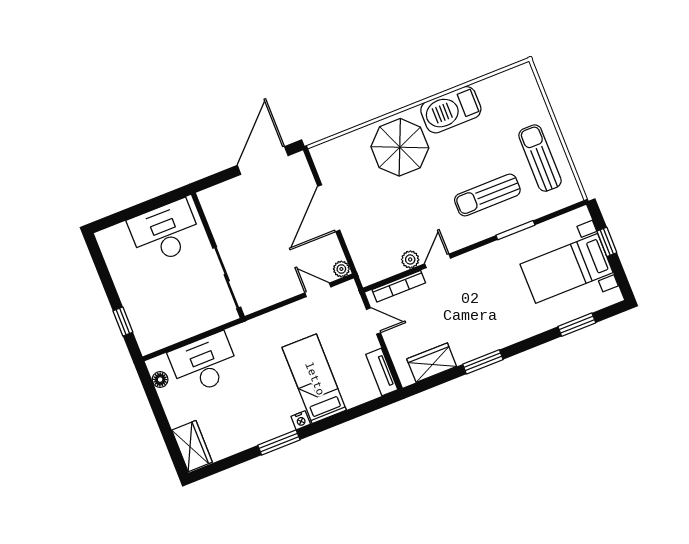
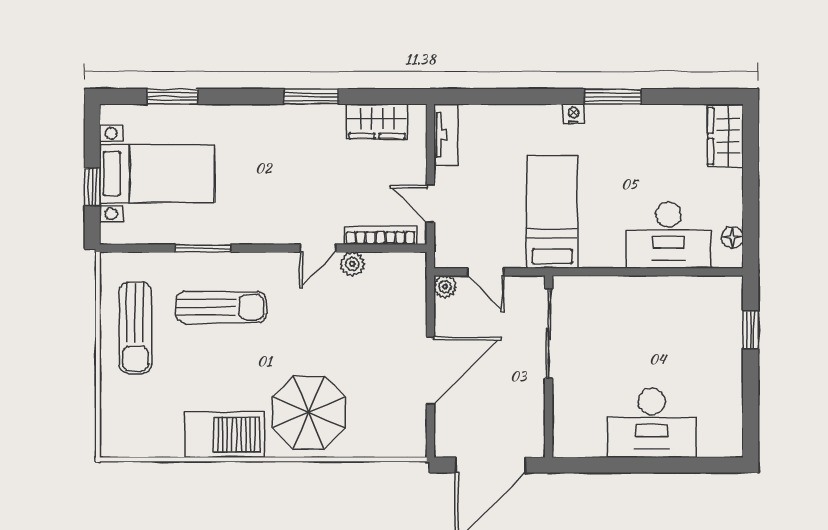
wall: (218, 255) -> (549, 367), moved
sliding door: (227, 278) -> (549, 334), moved
bed: (314, 379) -> (552, 212), moved, turned 180

